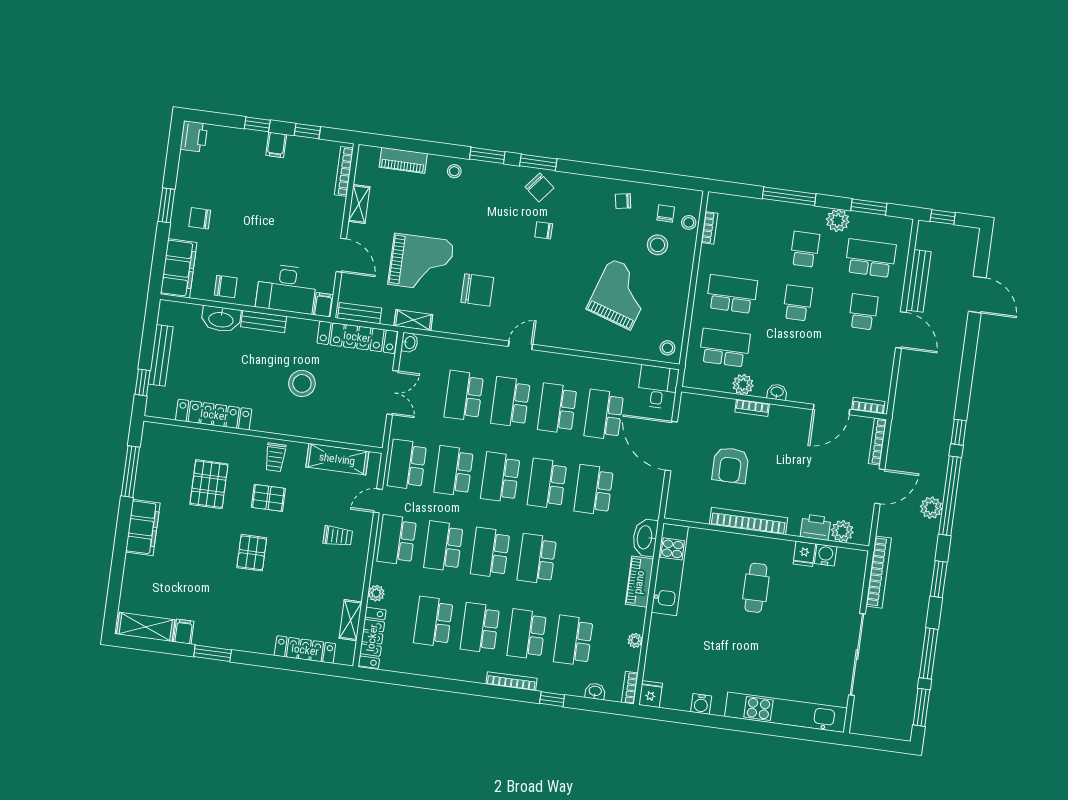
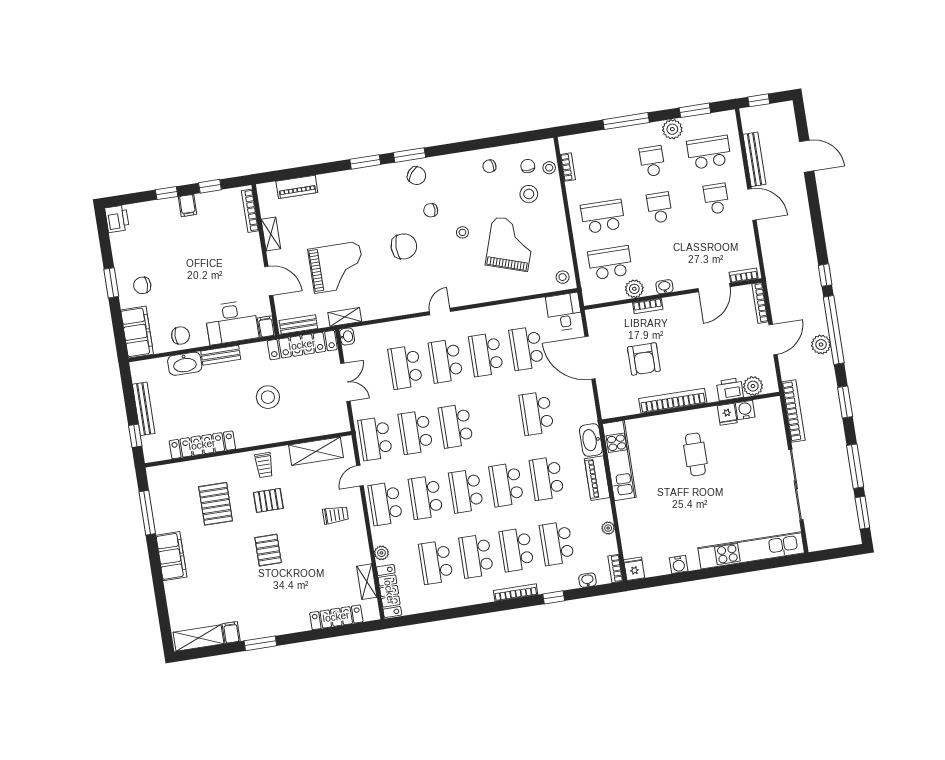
stool: (454, 171) -> (462, 232), moved
chair: (477, 290) -> (404, 246), moved
school desk: (547, 484) -> (547, 478), moved

